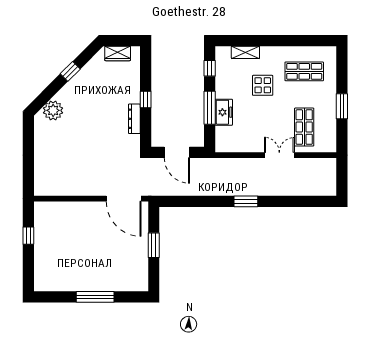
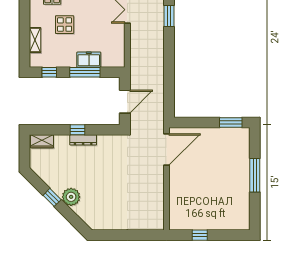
wardrobe: (118, 53) -> (42, 141), moved, turned 90
plant: (53, 110) -> (71, 197), moved
dresser: (134, 119) -> (83, 140), moved
window: (246, 201) -> (169, 16), moved
window: (154, 245) -> (231, 122), moved

